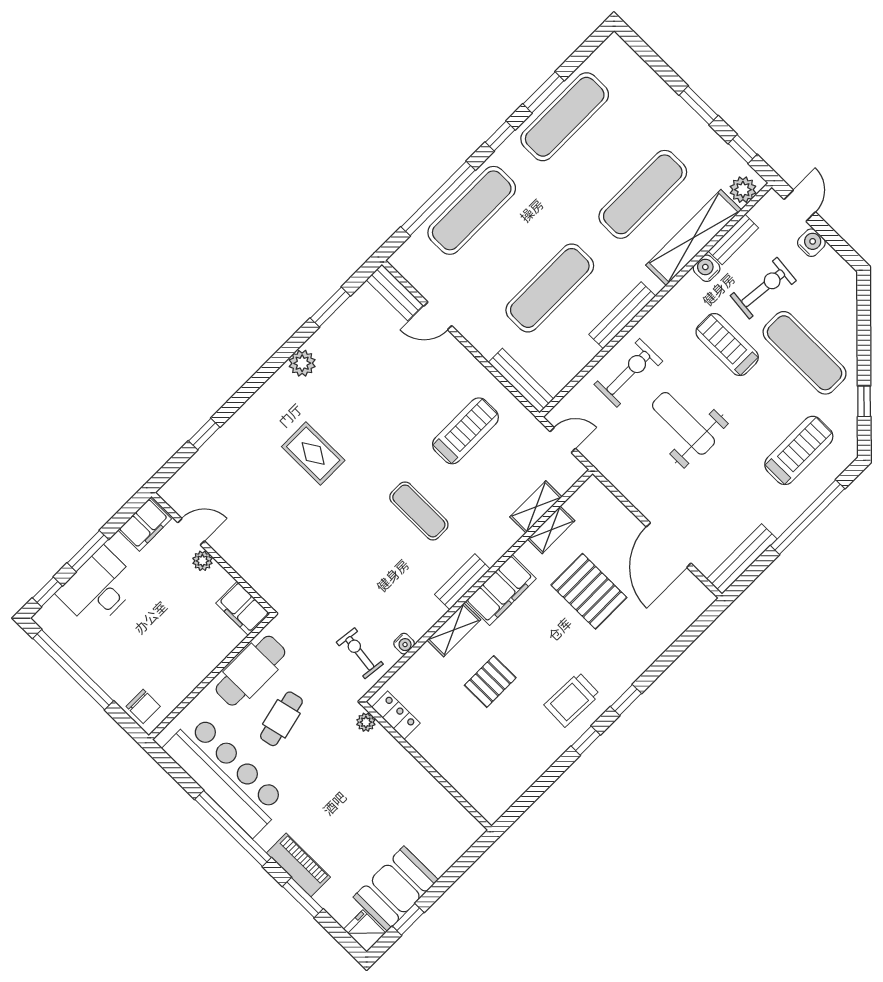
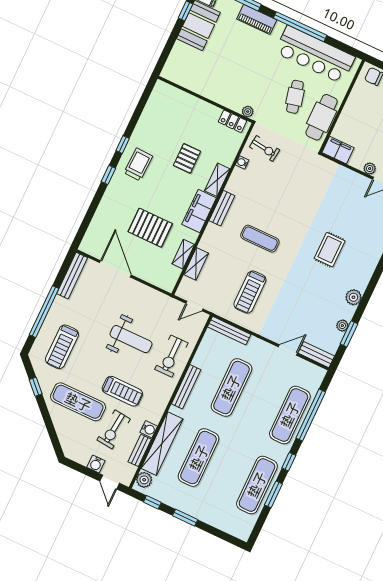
plant: (336, 324) -> (342, 326), added
rug: (313, 453) -> (330, 250), turned 90

